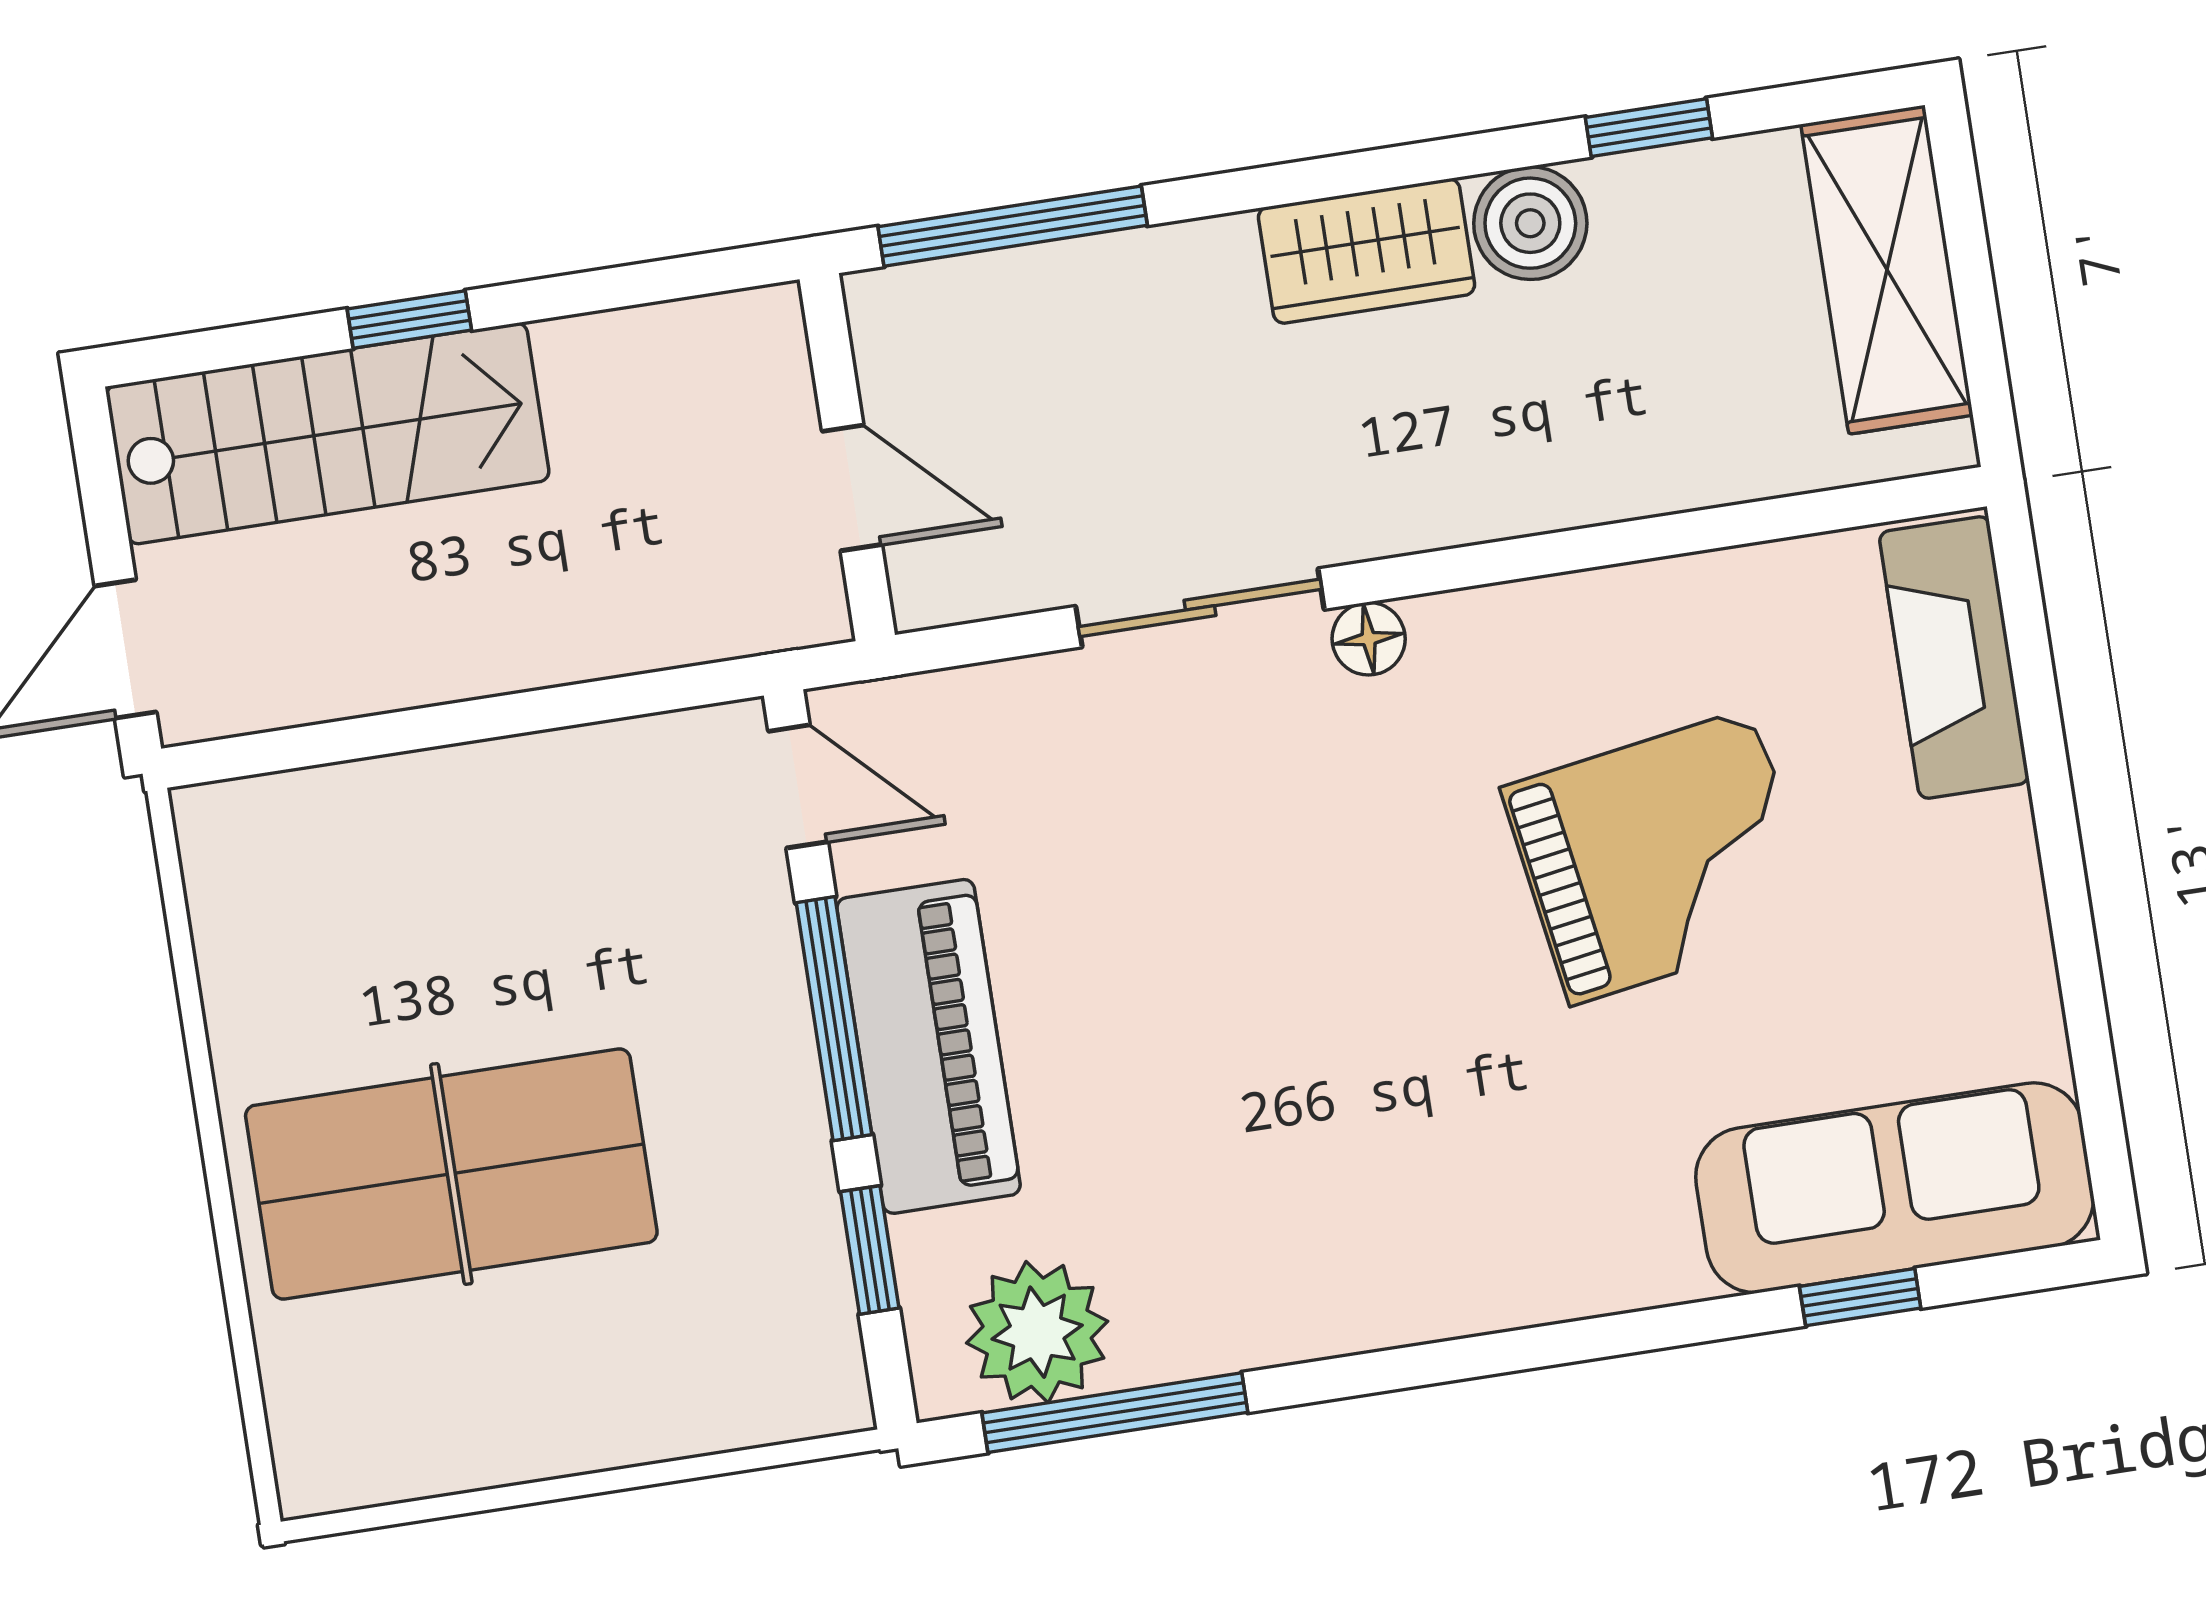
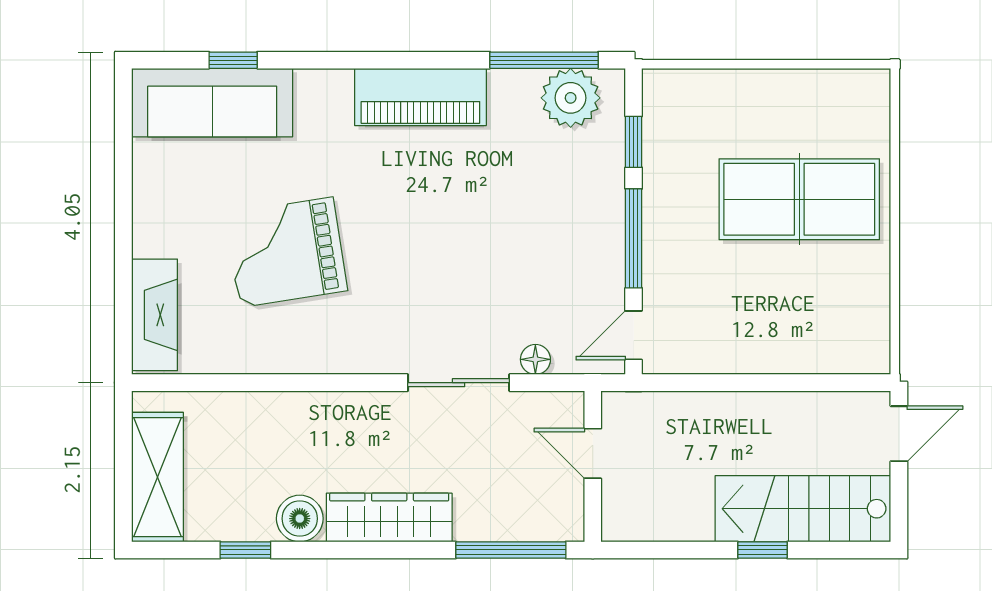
wardrobe: (1367, 251) -> (389, 517), width x1.50
floor lamp: (1369, 639) -> (535, 359), moved
door: (798, 786) -> (634, 335), hinge flipped
piano: (929, 1046) -> (420, 97), moved, turned -90

